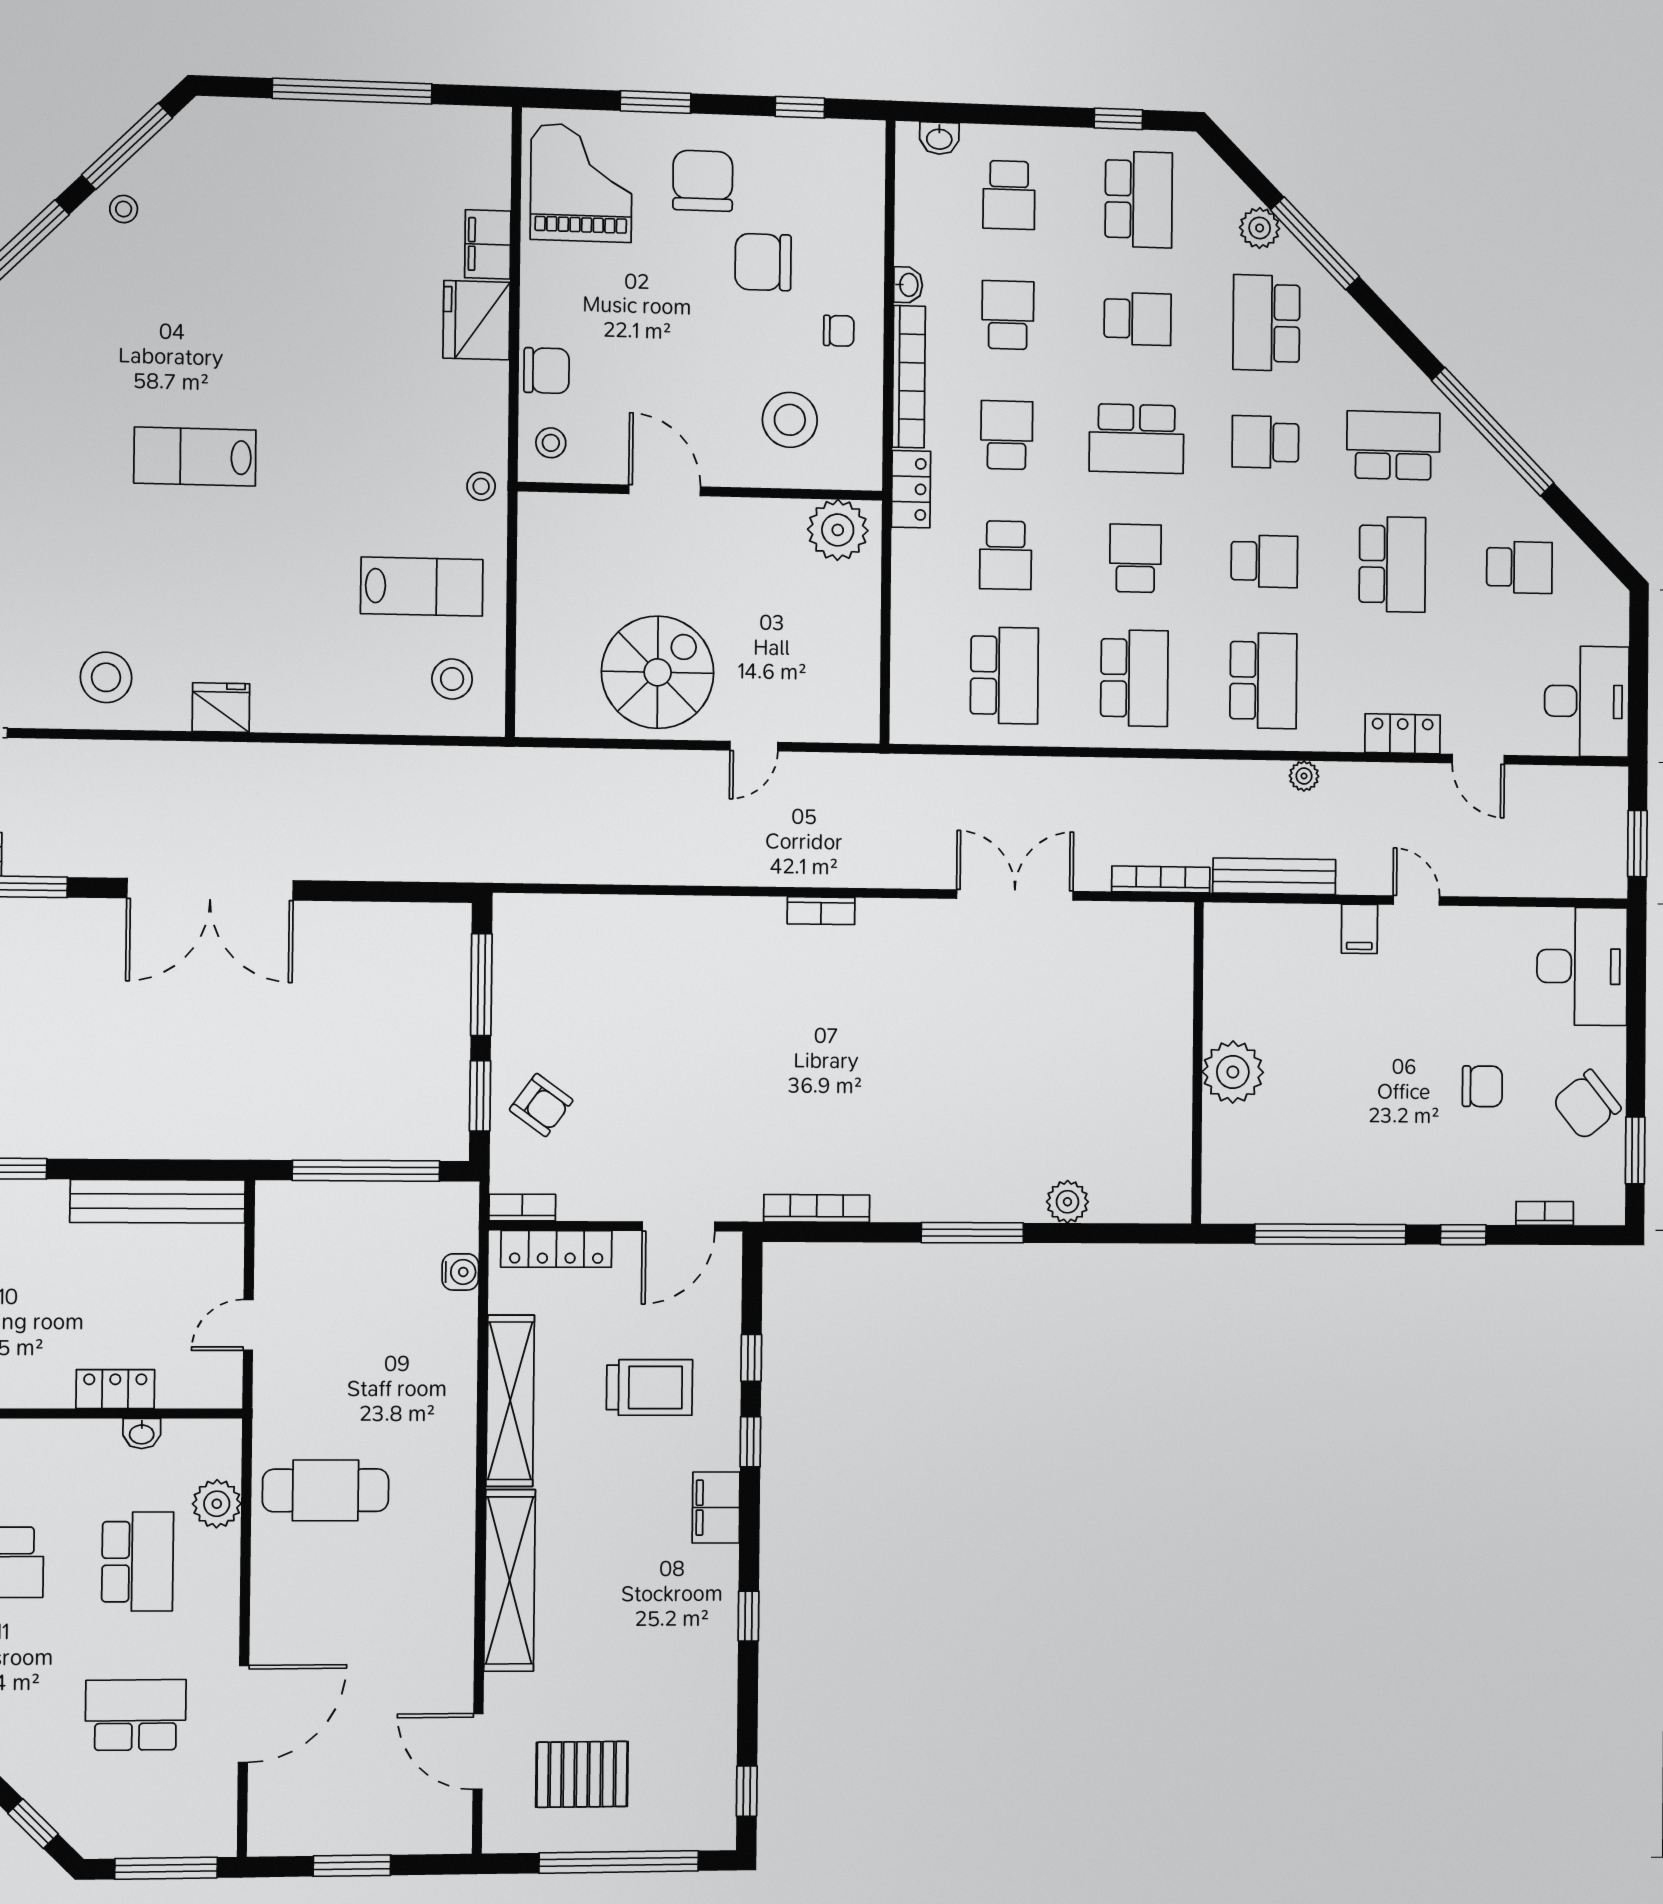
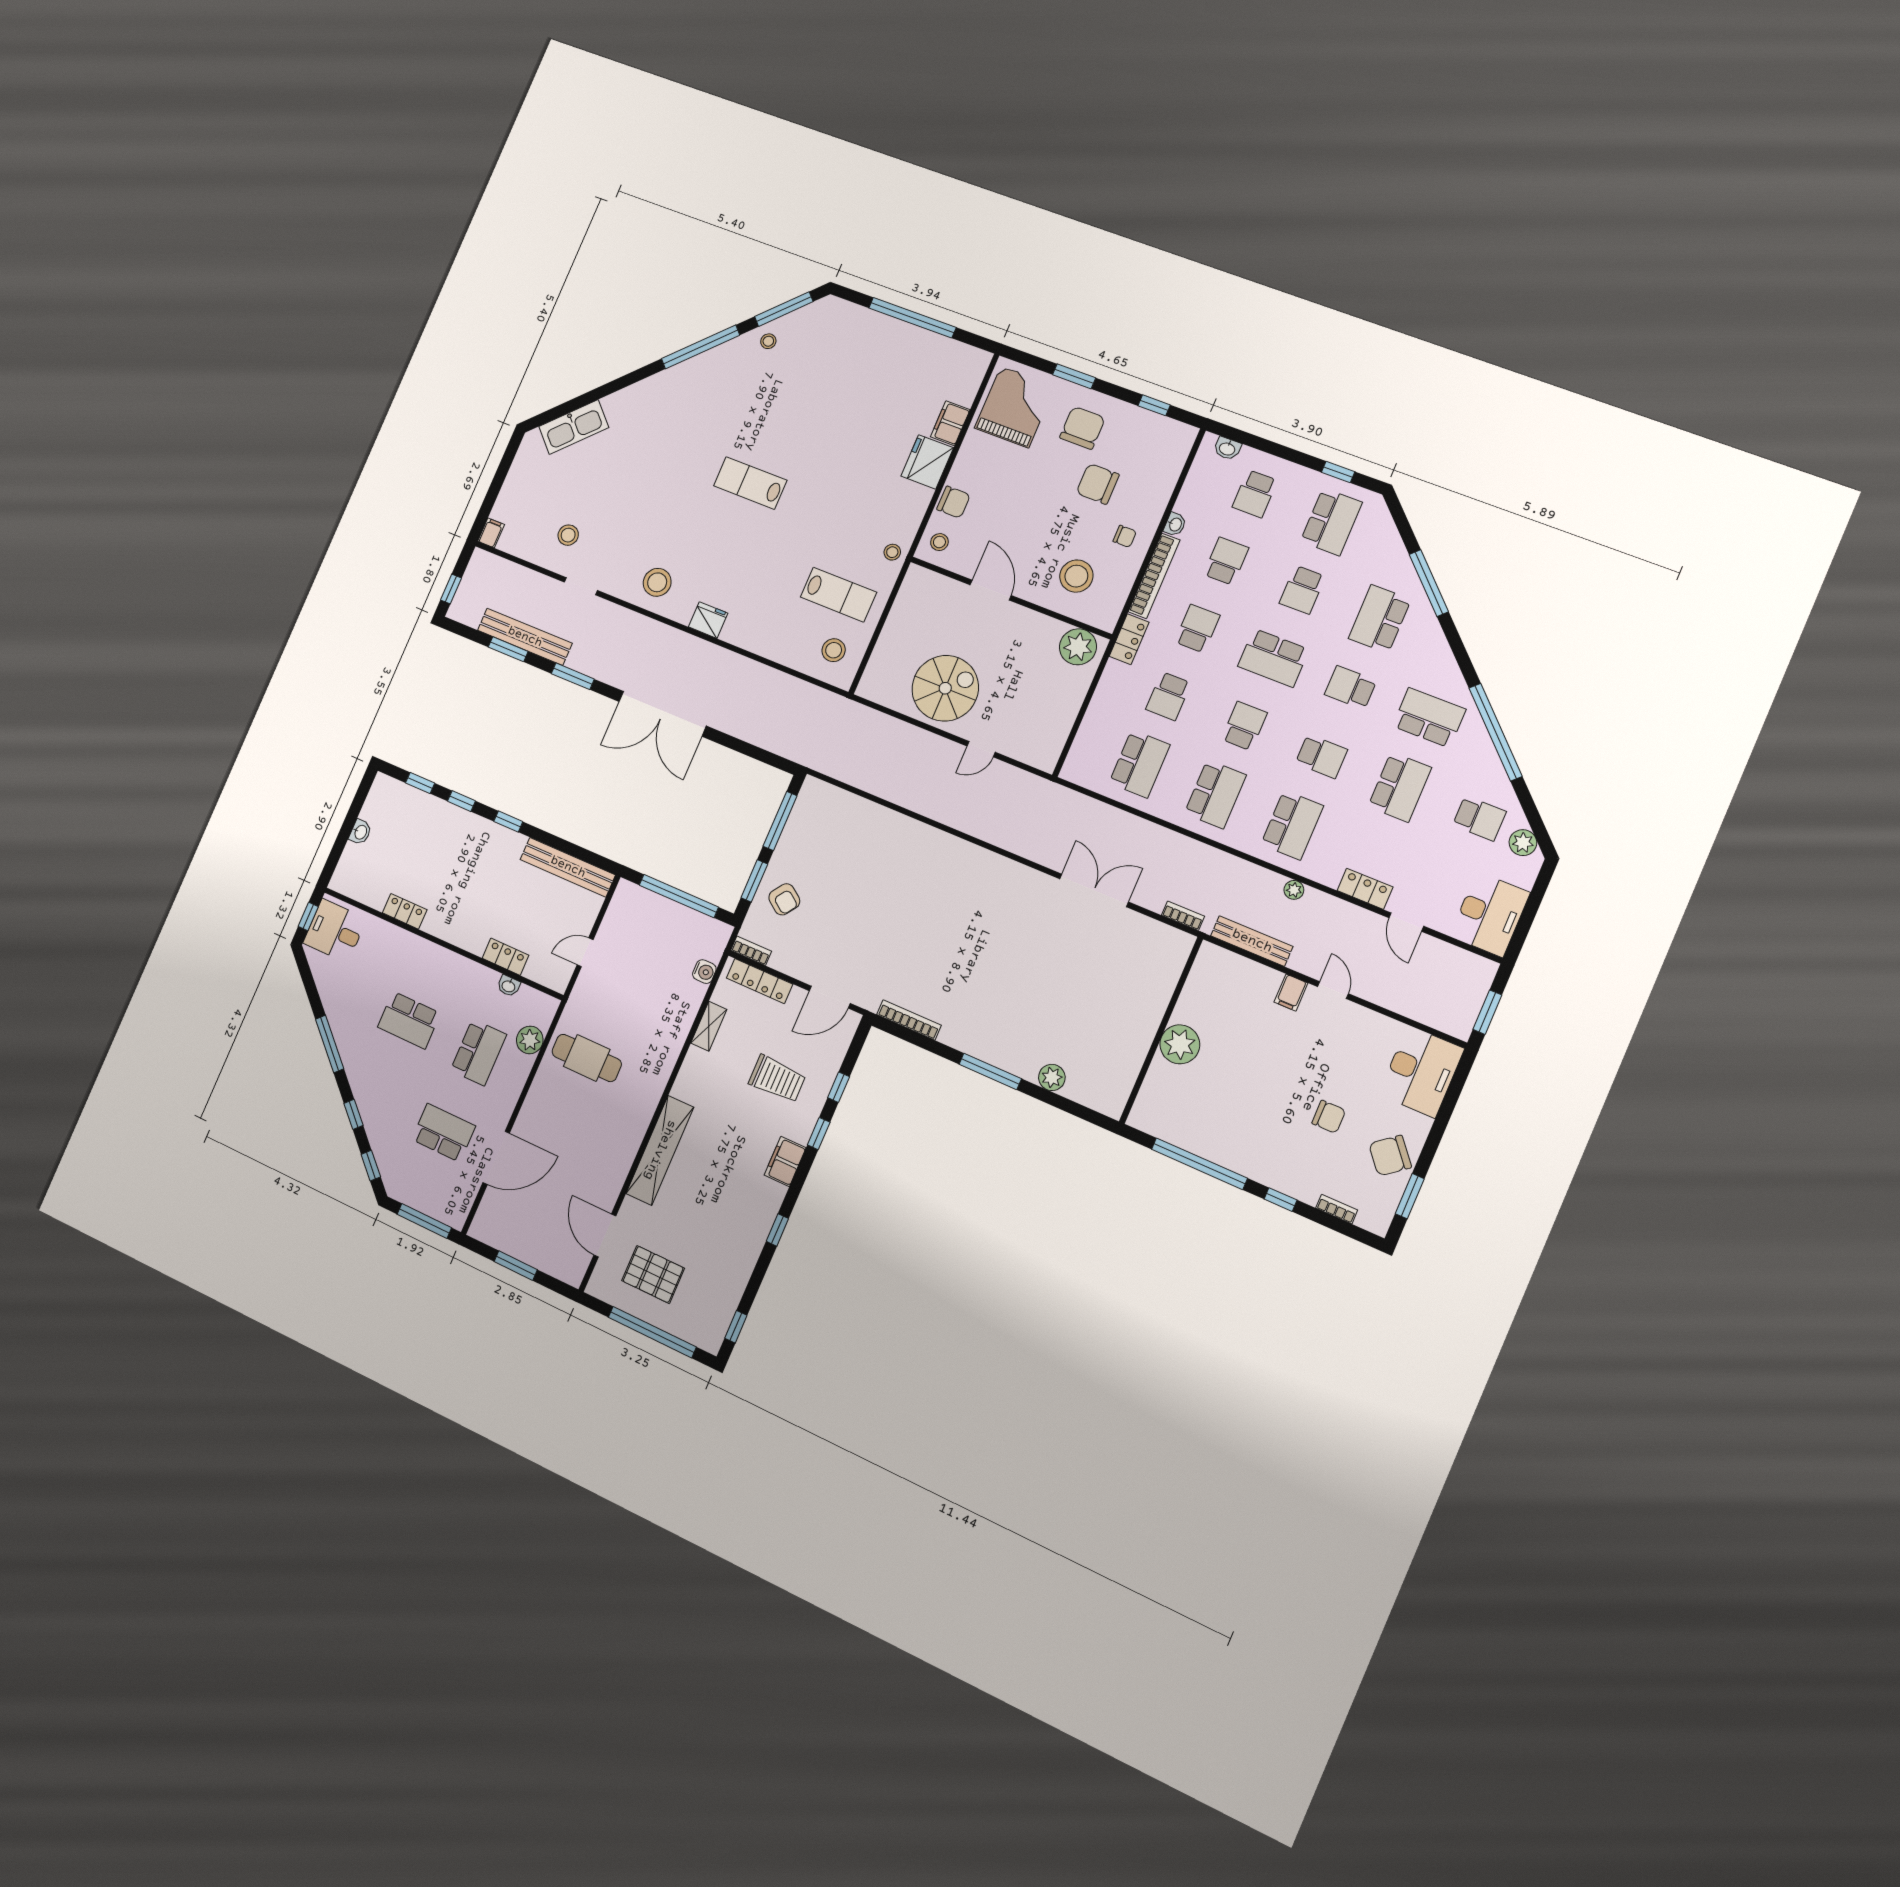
plant: (1260, 228) -> (1523, 843), moved
school desk: (1138, 319) -> (1302, 590), turned 90
bookcase: (1161, 879) -> (1183, 916), width x0.64
bookcase: (821, 911) -> (980, 855), removed
shelving: (510, 1401) -> (709, 1026), width x0.45, depth x0.75

